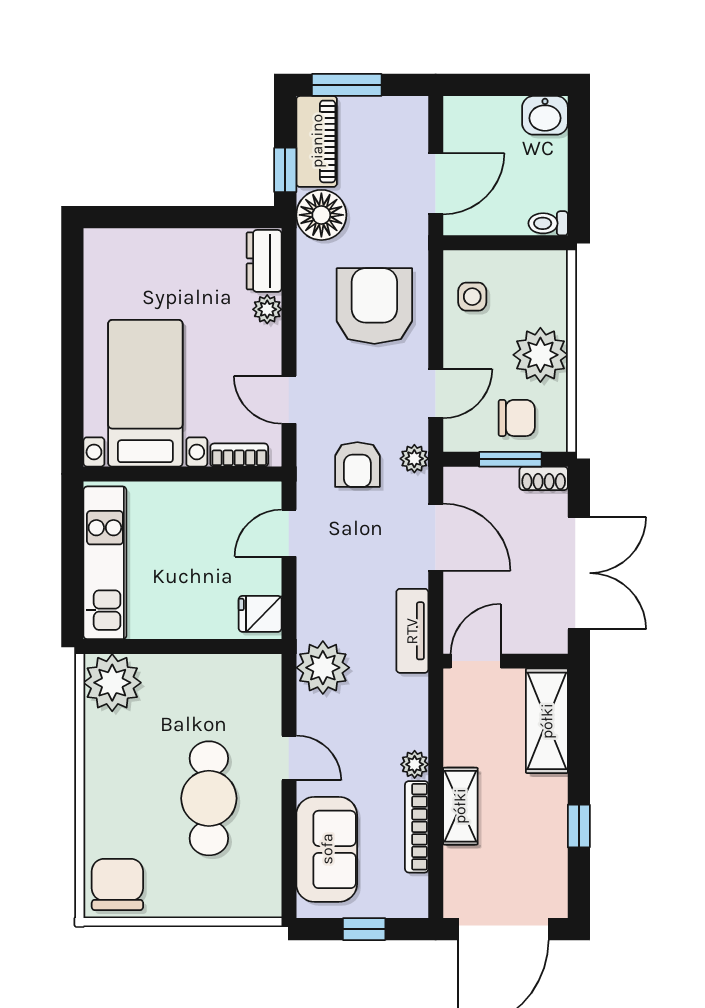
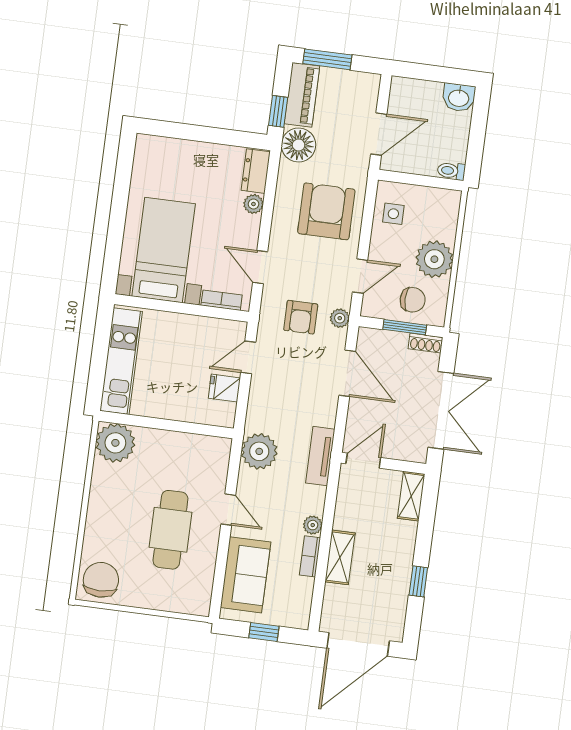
fridge: (260, 614) -> (224, 388), moved
tv unit: (412, 631) -> (320, 456), moved
shelving: (547, 721) -> (411, 496), width x0.67, depth x0.75
bookcase: (417, 827) -> (310, 556), width x0.64

